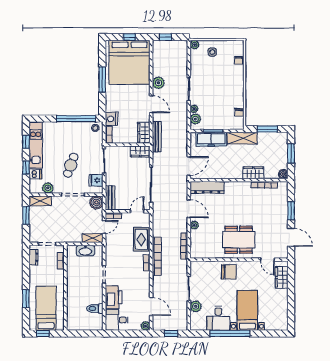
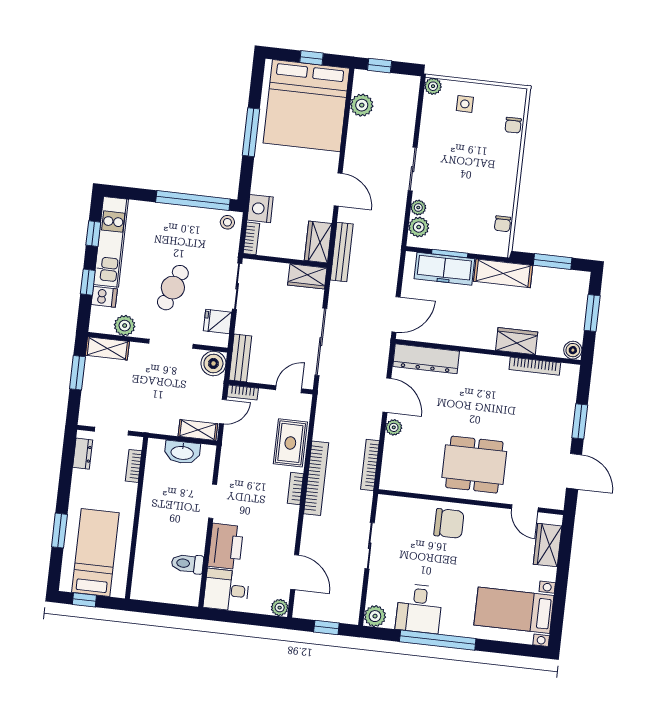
plant: (158, 83) -> (362, 105), moved
plant: (196, 306) -> (375, 616), moved
bed with nightstands: (247, 310) -> (514, 610), moved, turned -90

